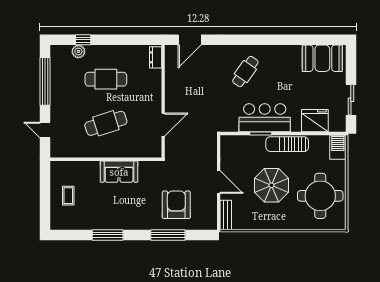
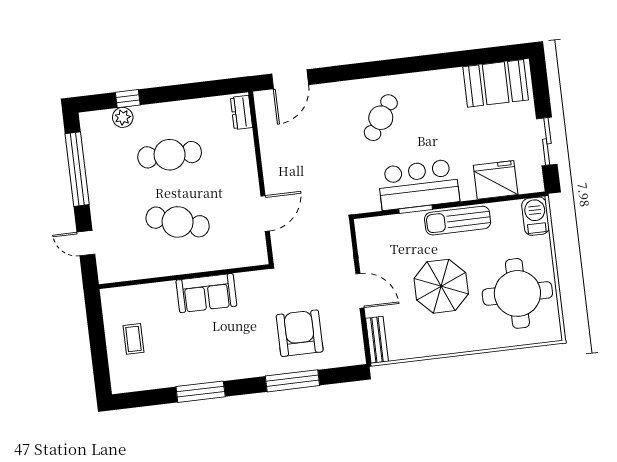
cafe table: (106, 123) -> (178, 222), turned 36

